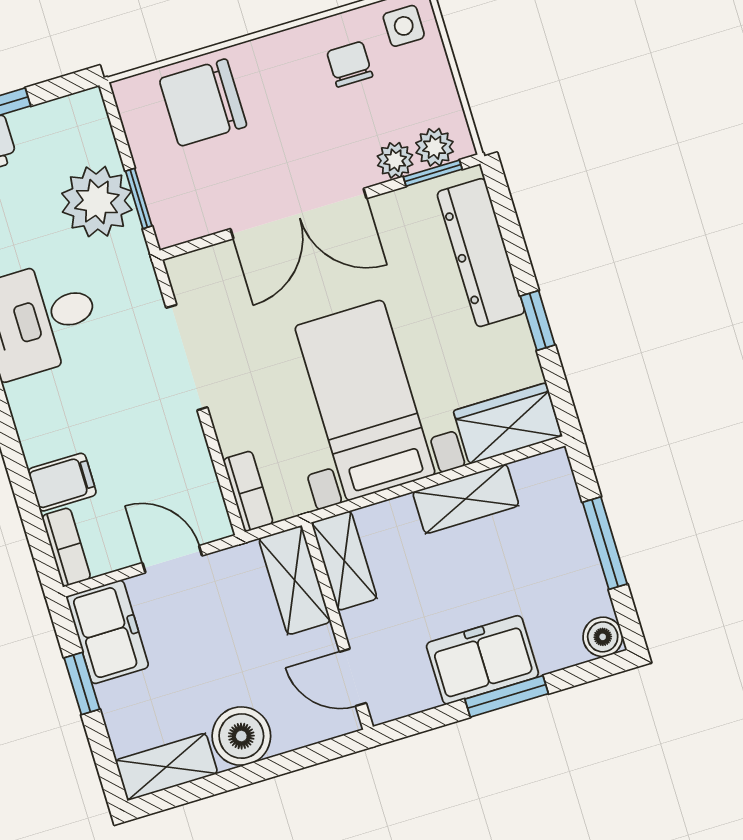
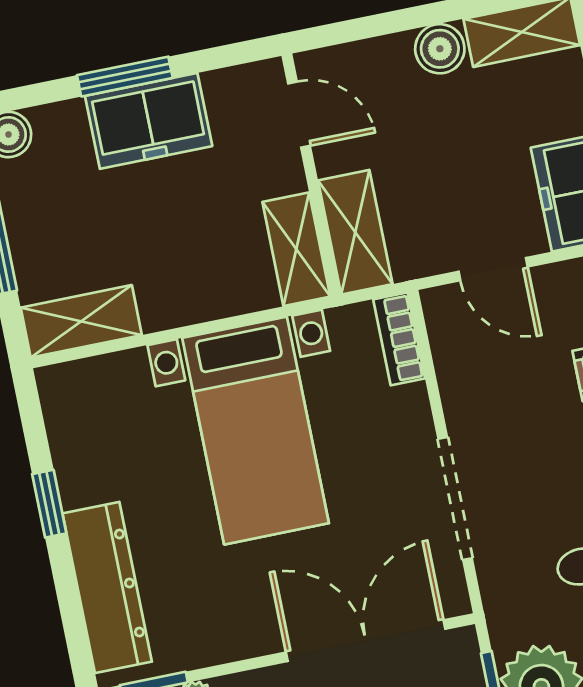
double door: (298, 214) -> (366, 641), moved
wardrobe: (508, 424) -> (95, 389), removed
shelving: (466, 499) -> (81, 321), moved
boiler: (241, 736) -> (440, 49), width x0.73, depth x0.73

